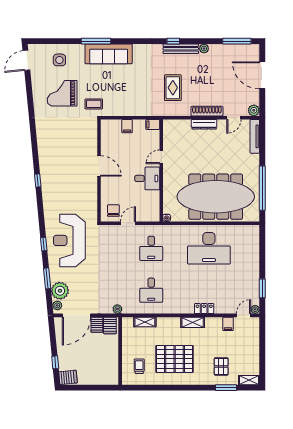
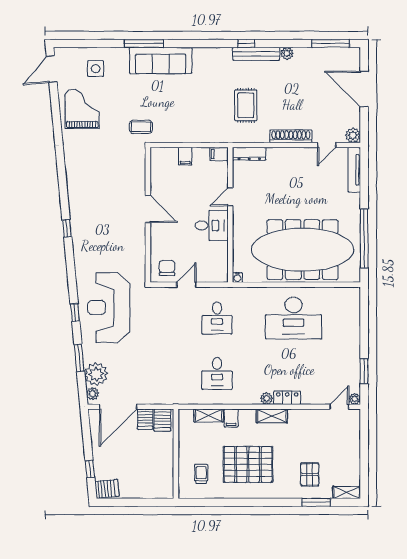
grand piano: (62, 93) -> (82, 109), moved, turned 90
dresser: (204, 124) -> (249, 154), moved
plant: (117, 309) -> (267, 398), moved
filing cabinet: (228, 324) -> (231, 418), moved

